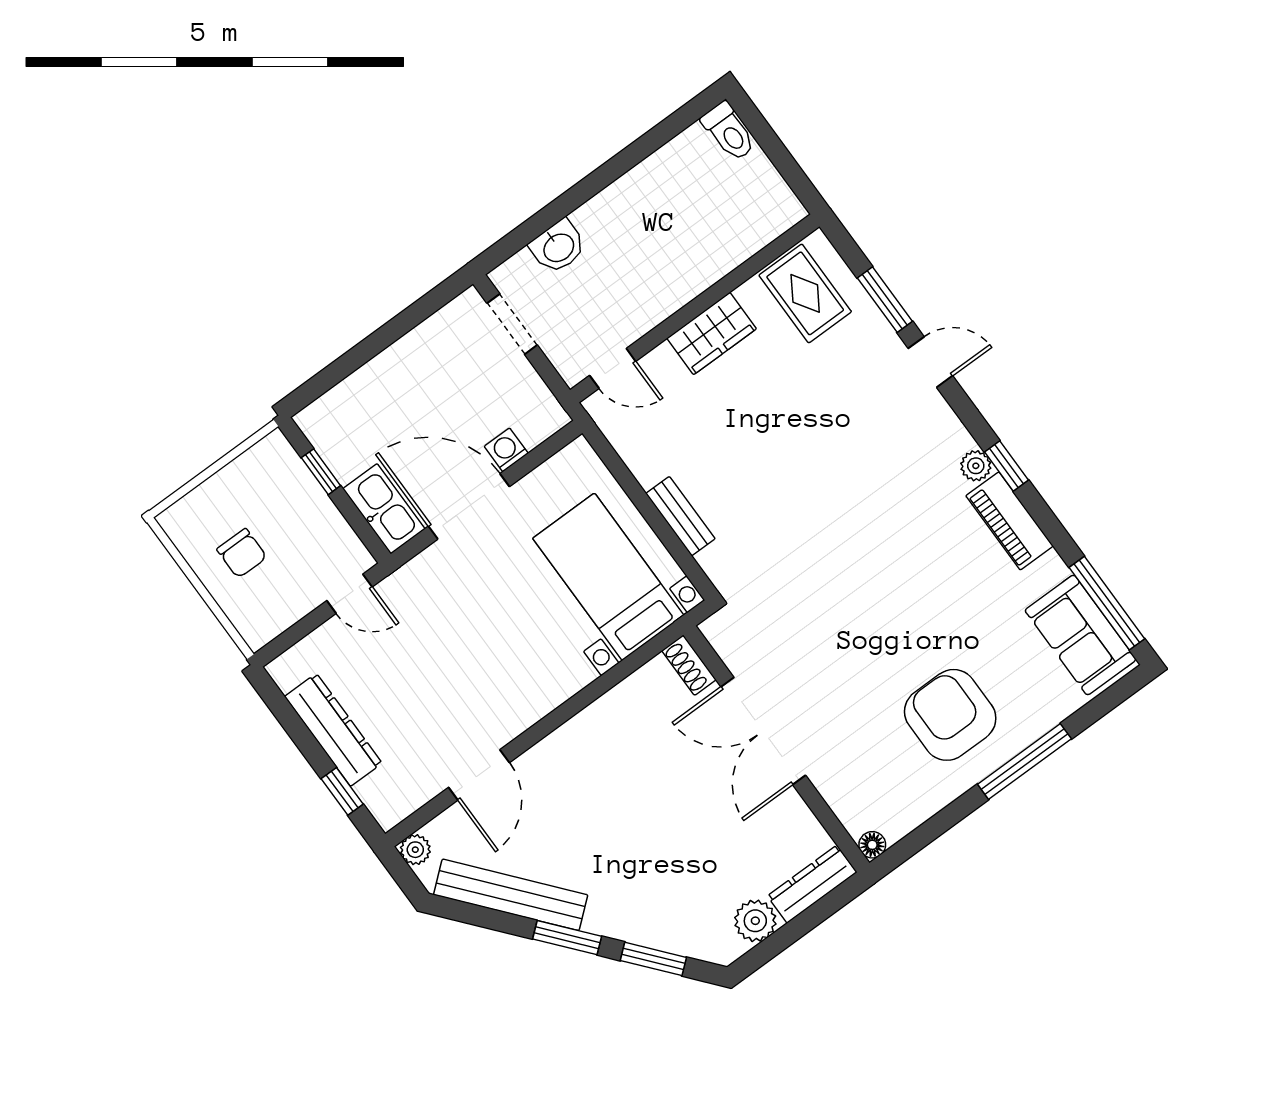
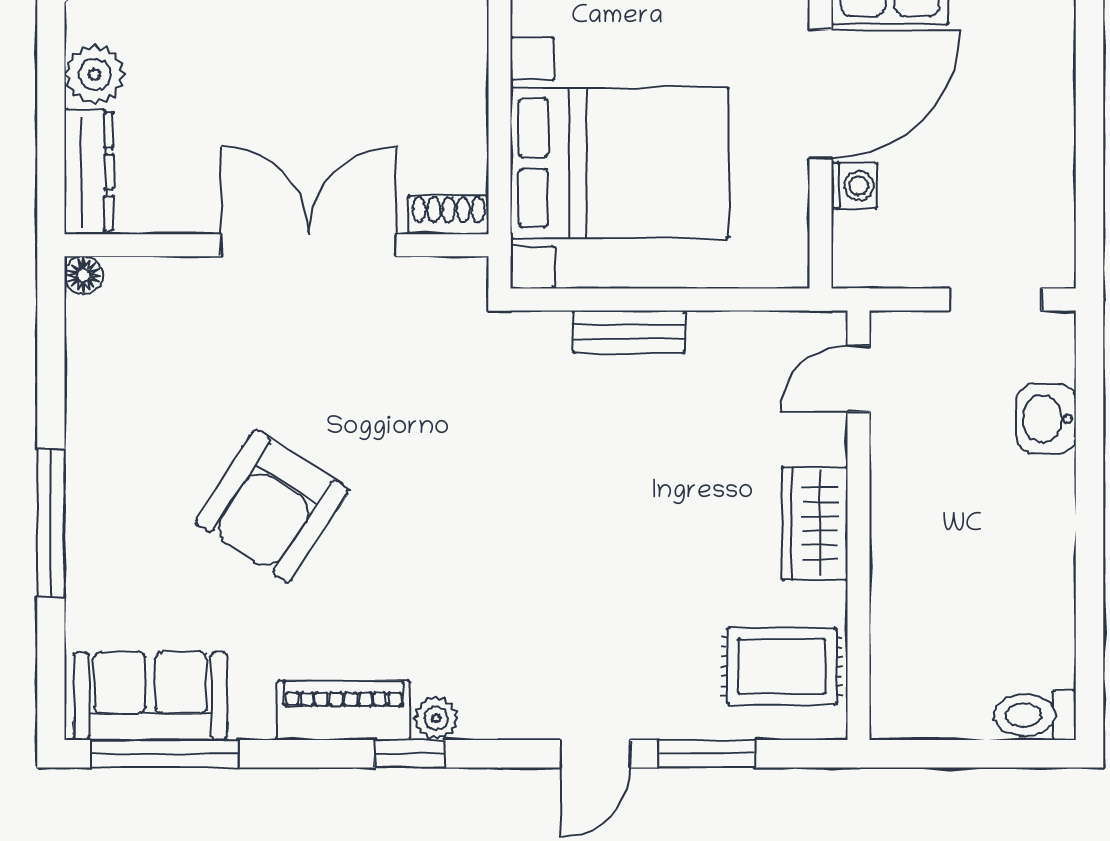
bed with nightstands: (608, 577) -> (620, 163), width x1.36
armchair: (950, 715) -> (272, 506), moved, turned 123

